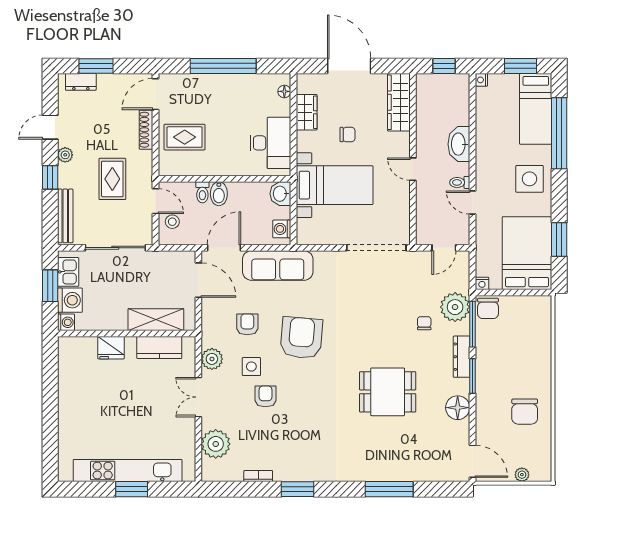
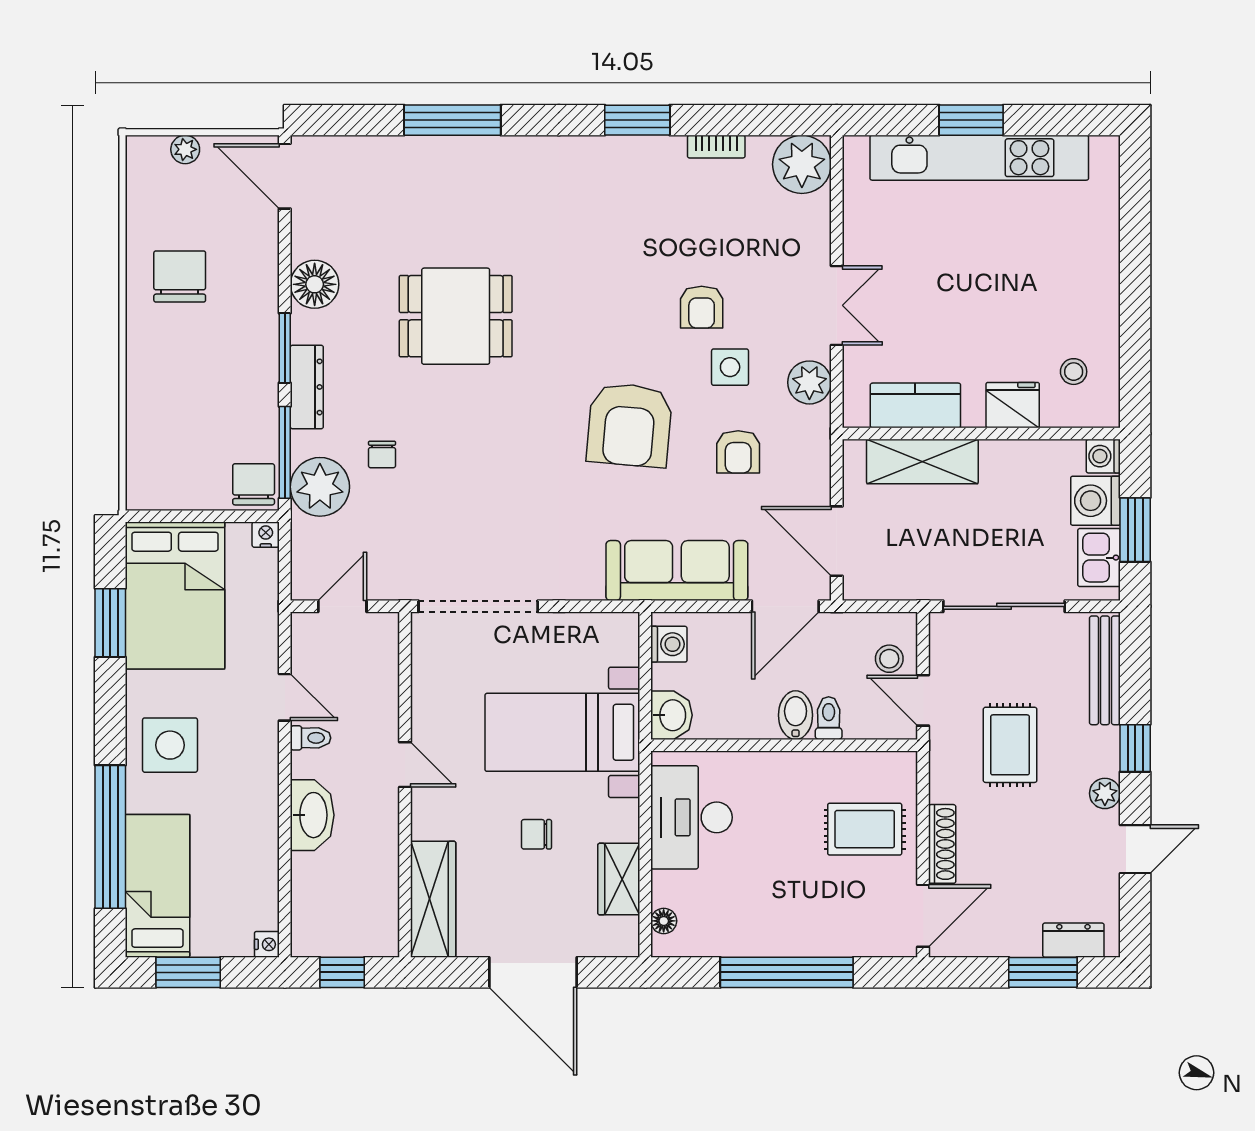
stool: (81, 364) -> (1074, 372), added
plant: (216, 444) -> (802, 164), moved

